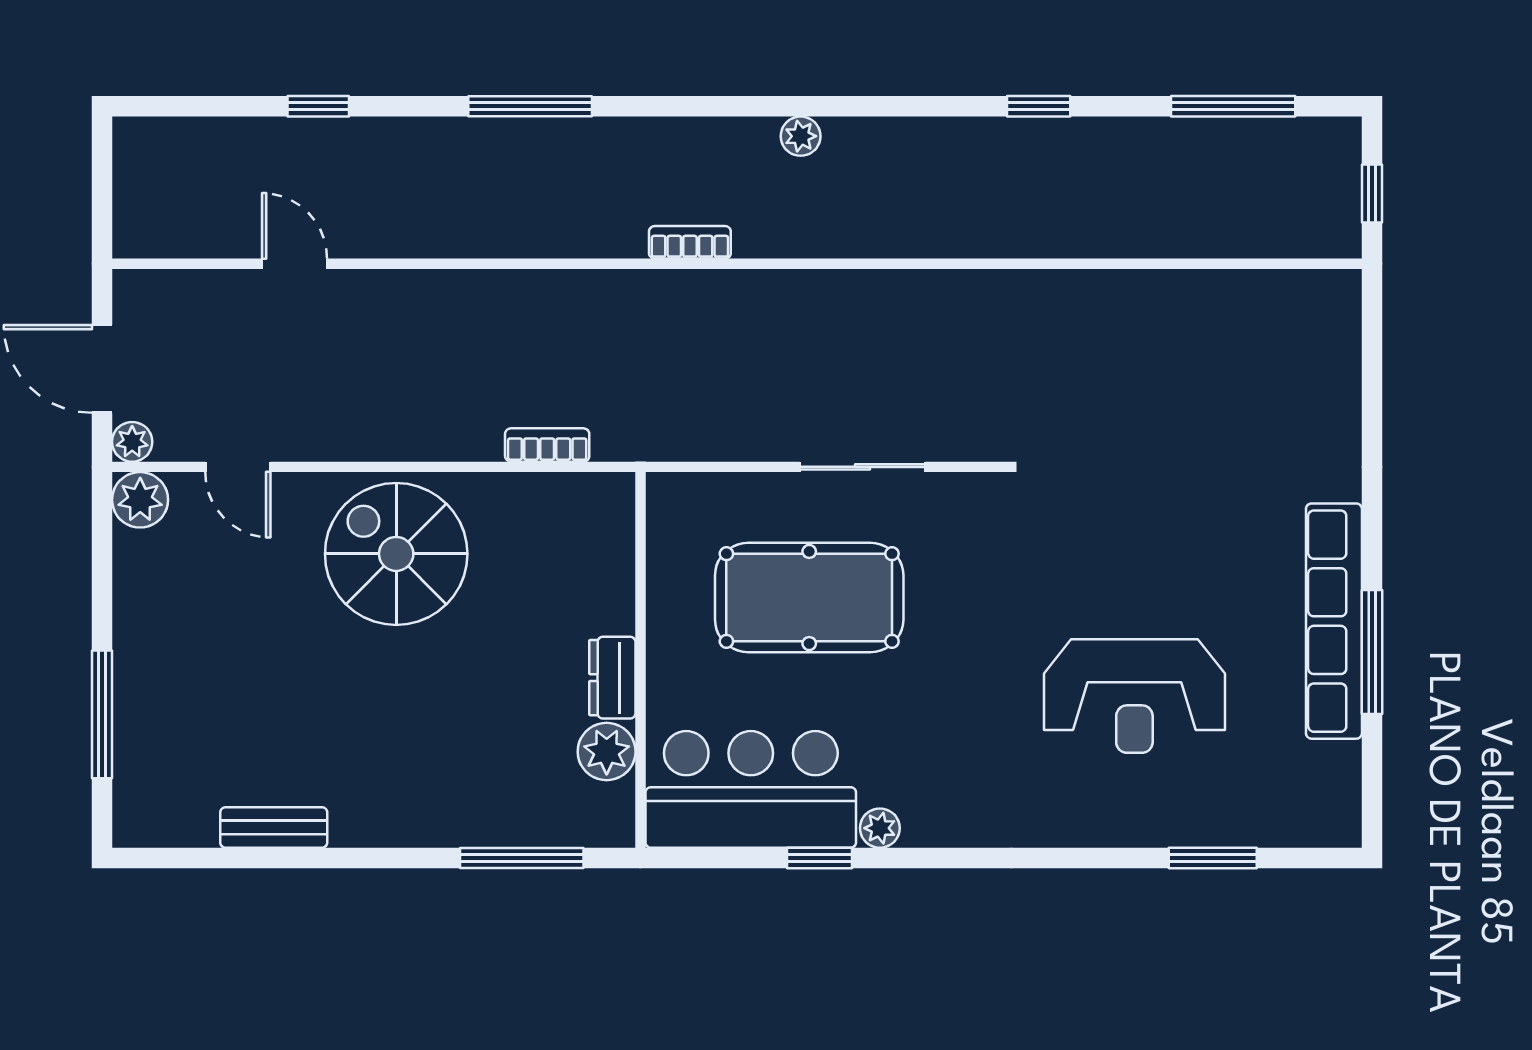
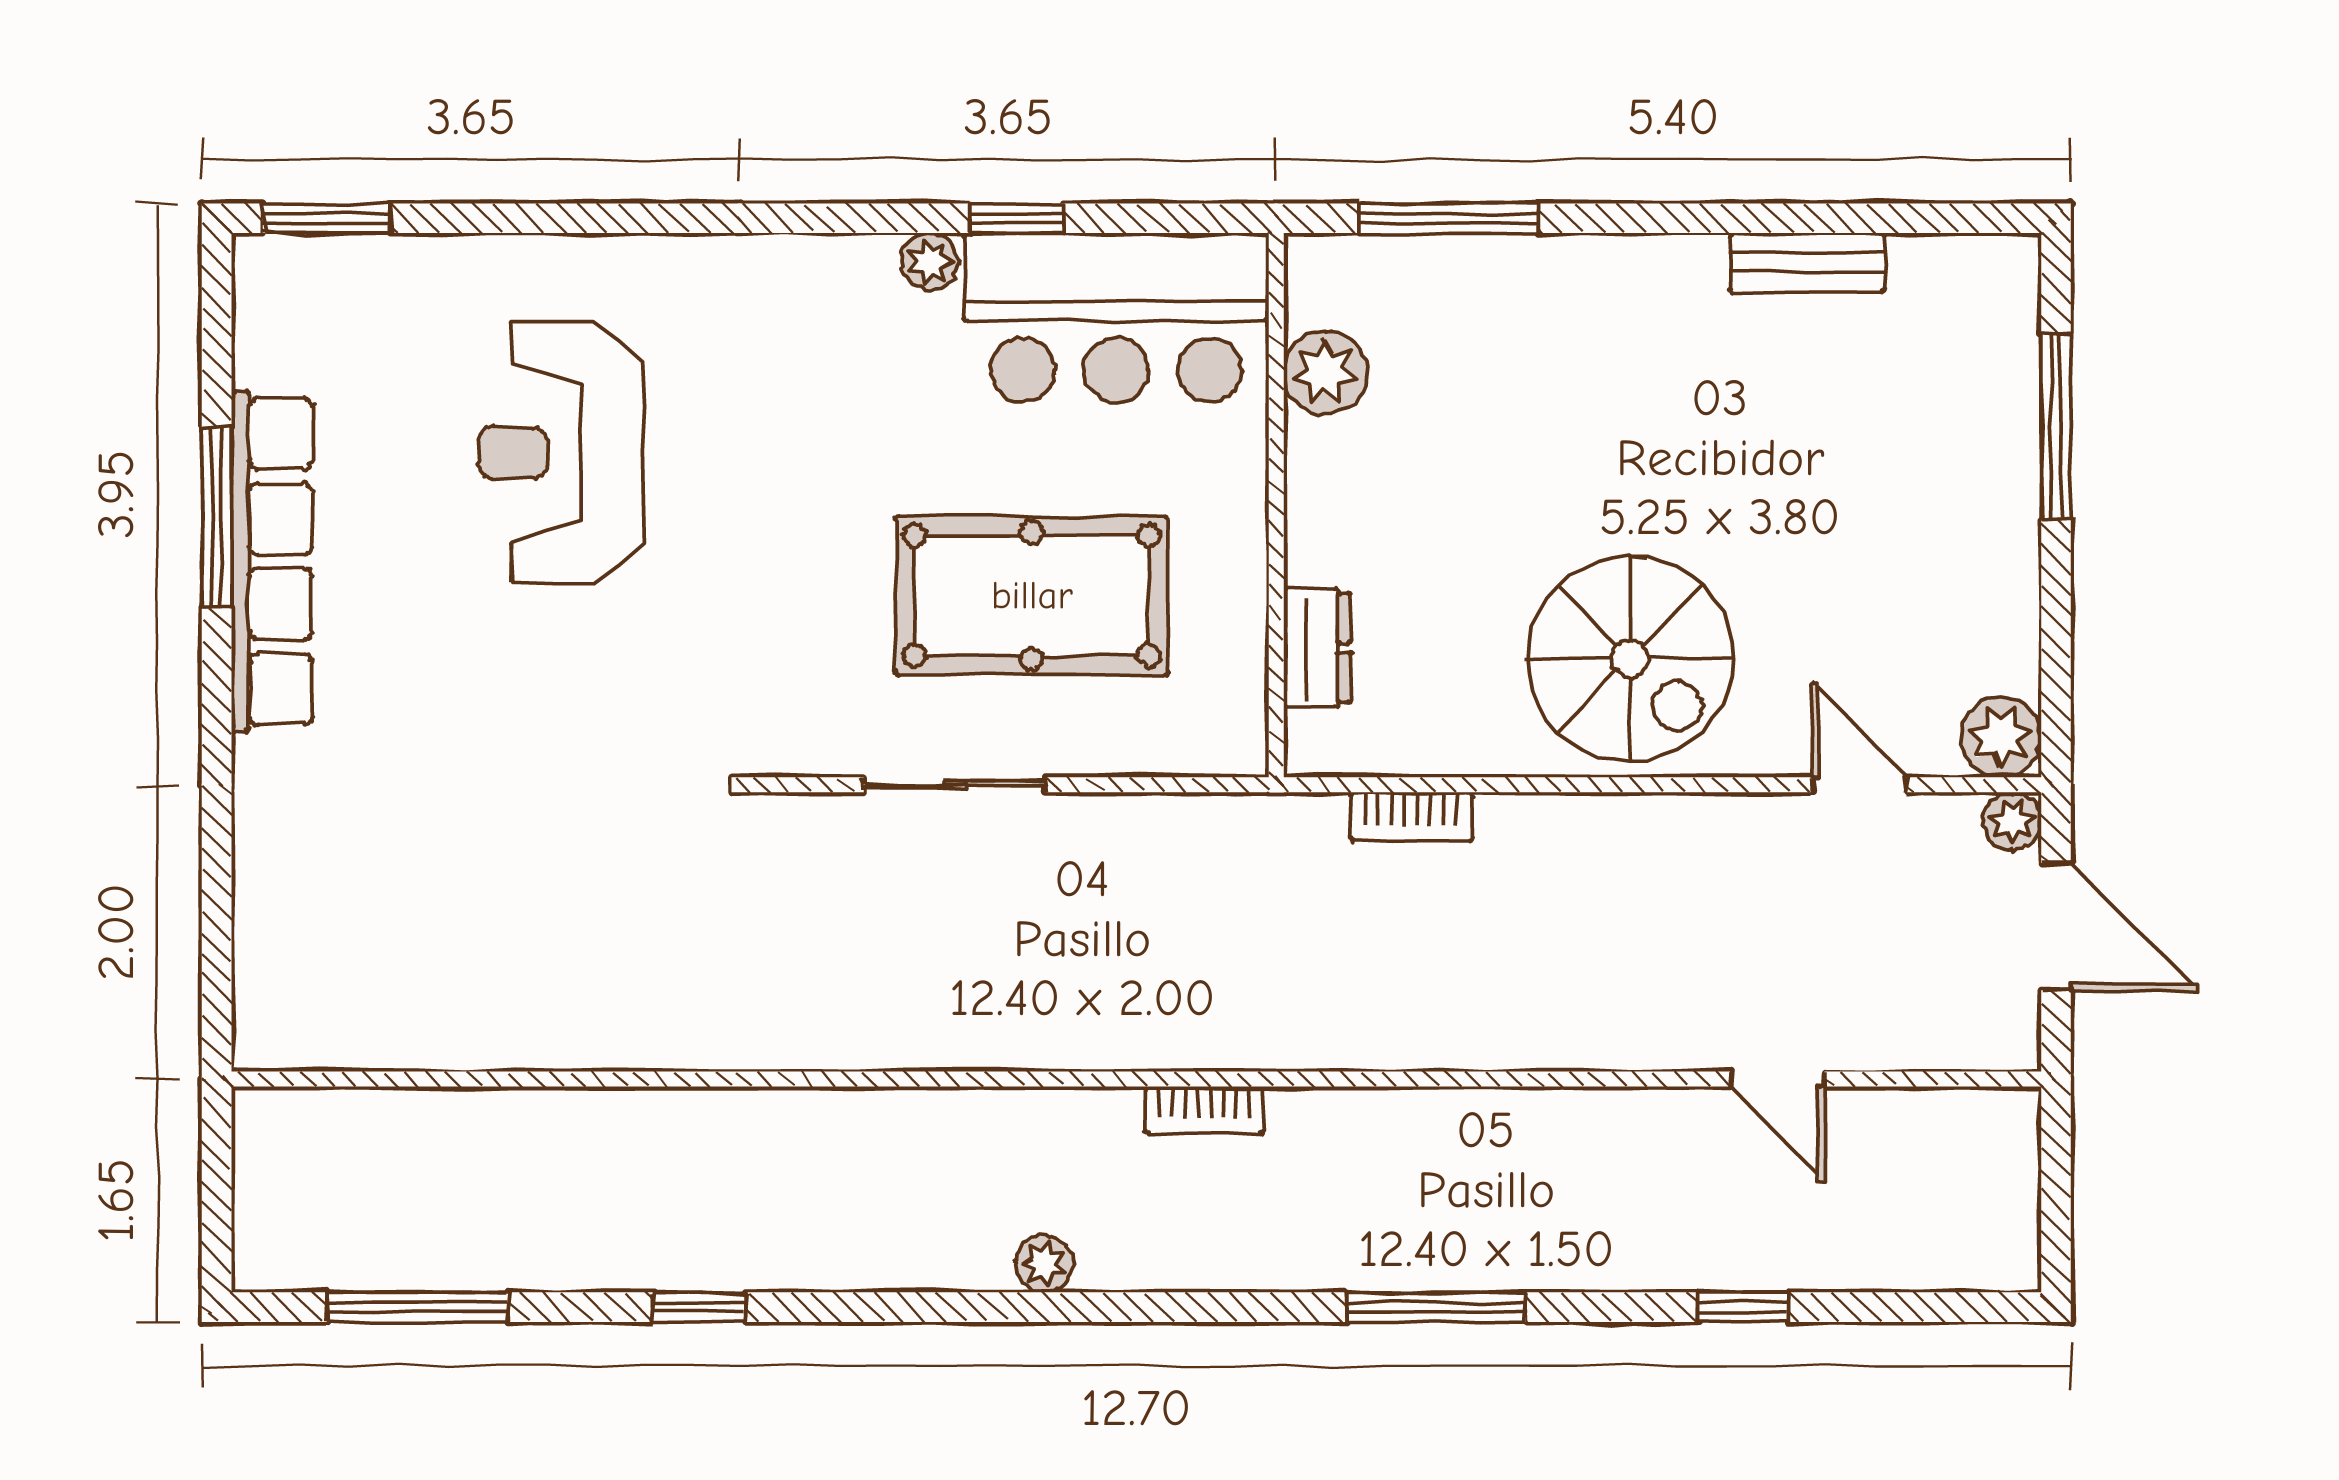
window: (1372, 194) -> (217, 1181), removed
dresser: (612, 678) -> (1317, 648), moved
reception desk: (1134, 696) -> (561, 453), turned -90
window: (1213, 858) -> (327, 218), moved

